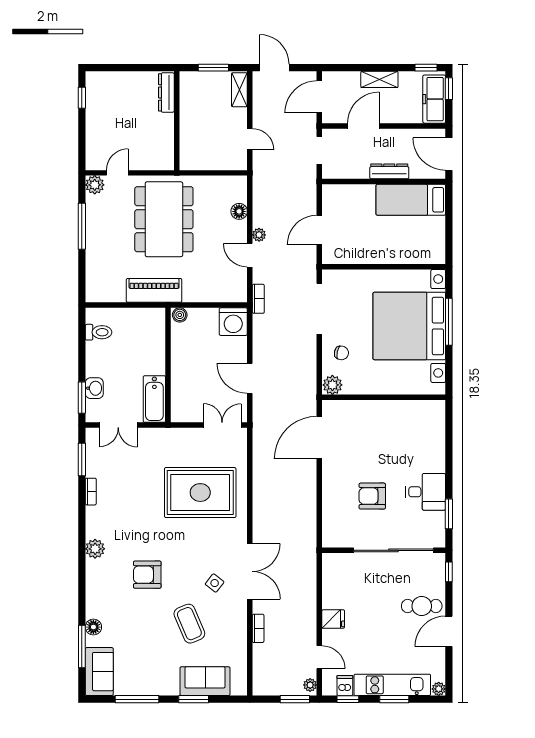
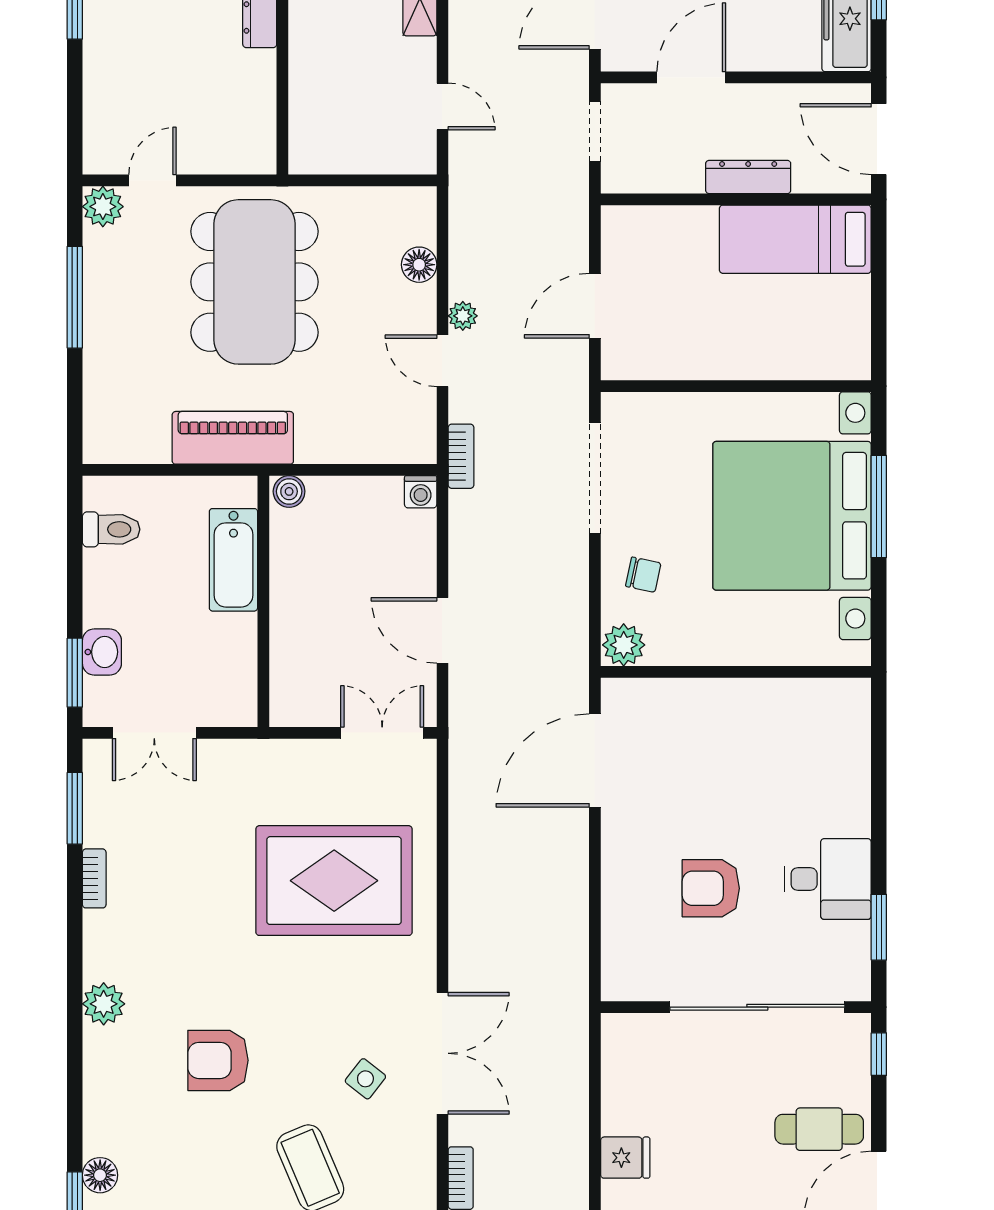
washing machine: (233, 322) -> (421, 492), width x0.53, depth x0.53
bathtub: (154, 399) -> (233, 560), moved

